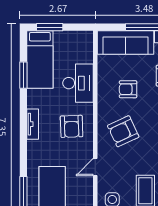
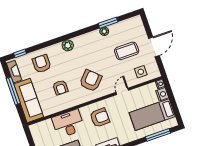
armchair: (123, 131) -> (91, 81), turned -112
door: (95, 167) -> (122, 91), swing flipped

